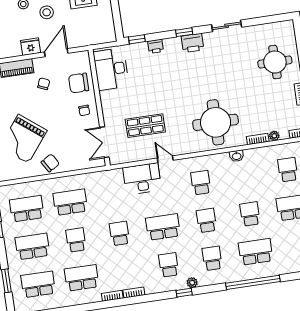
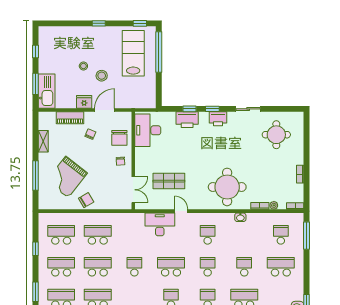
window: (137, 39) -> (190, 109), moved
printer: (156, 46) -> (187, 120), width x1.87, depth x1.48
round table: (275, 62) -> (276, 135), moved
chair: (79, 83) -> (119, 138), turned -90
double door: (104, 142) -> (133, 190), swing flipped
school desk: (76, 240) -> (98, 267), width x1.85

